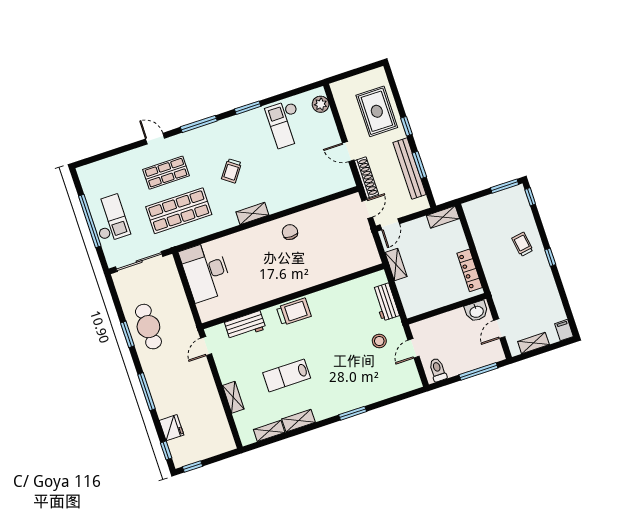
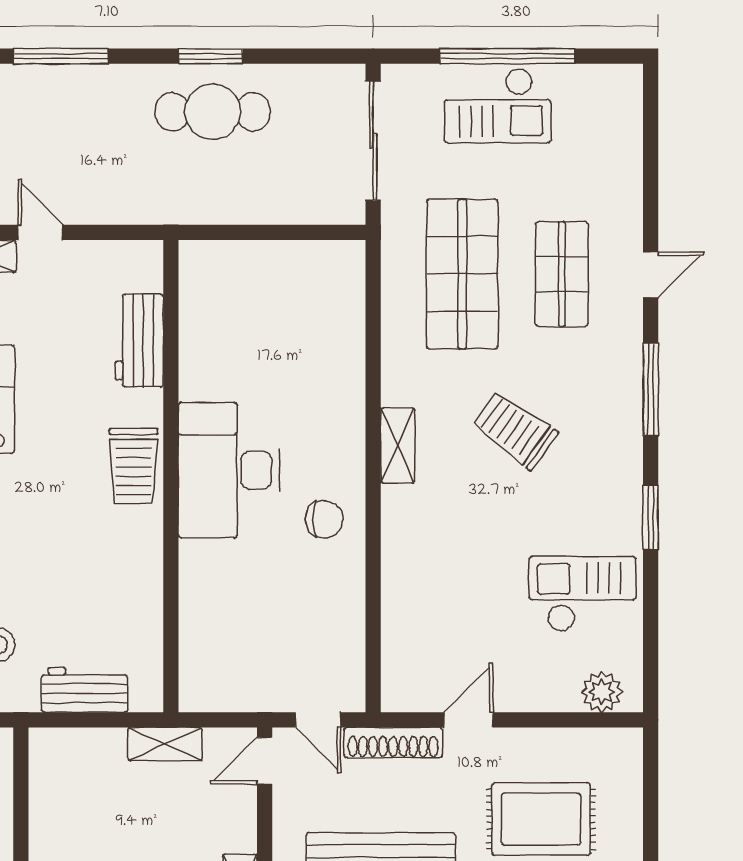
trolley: (232, 171) -> (515, 430), width x1.36, depth x1.39
door: (390, 224) -> (265, 761), hinge flipped
desk: (206, 271) -> (229, 470), moved, turned -90
door: (206, 346) -> (40, 232), moved

